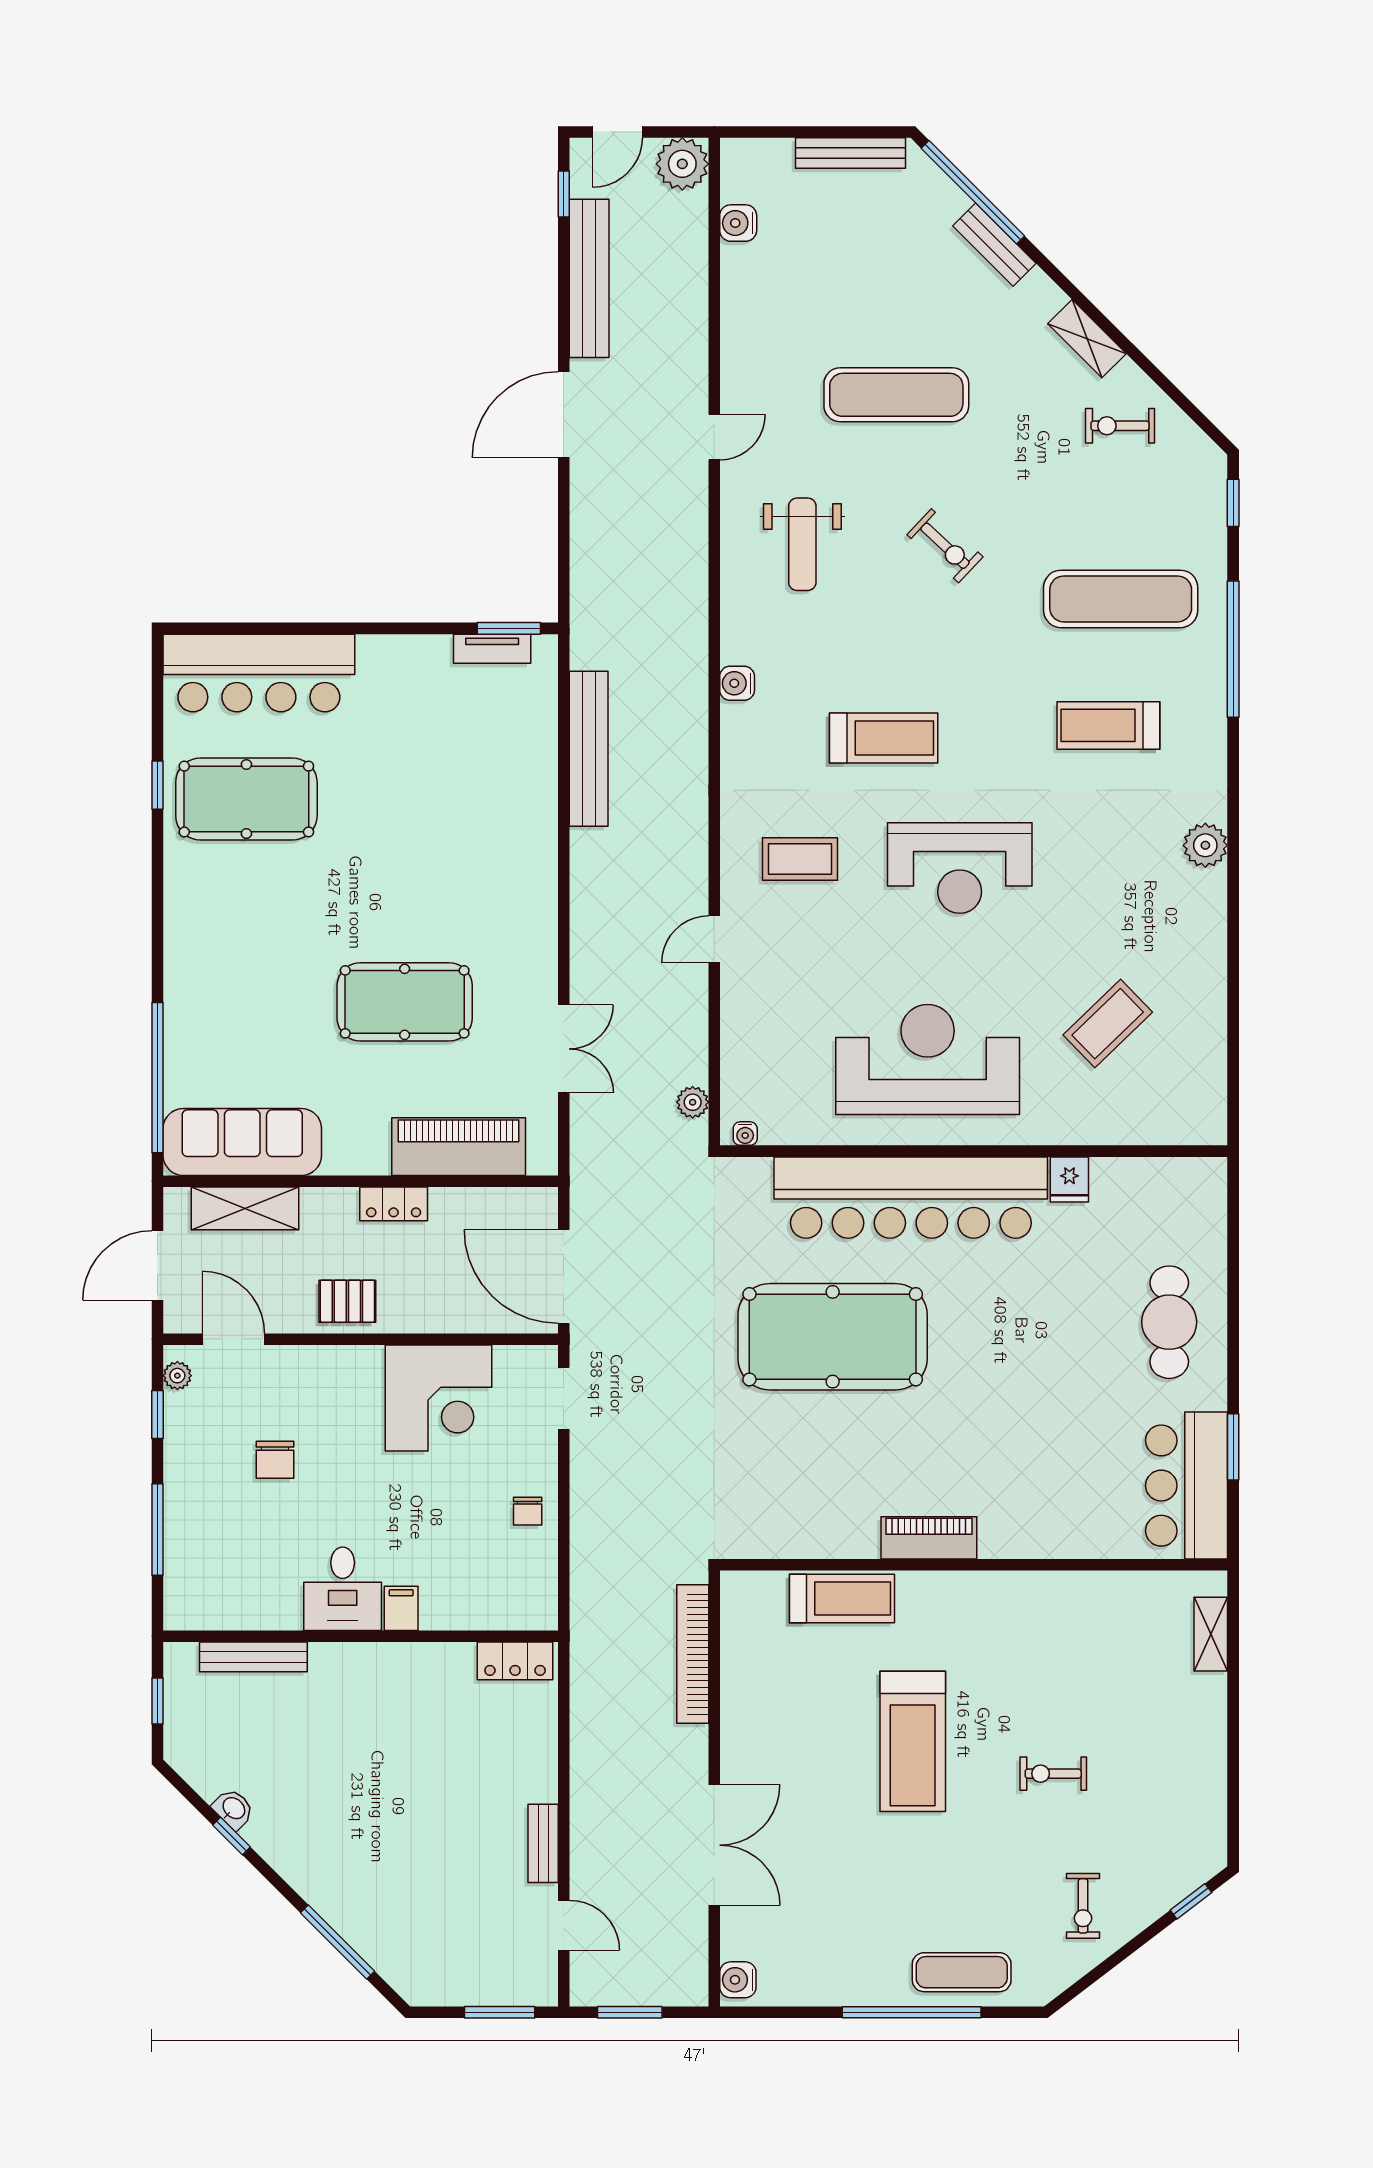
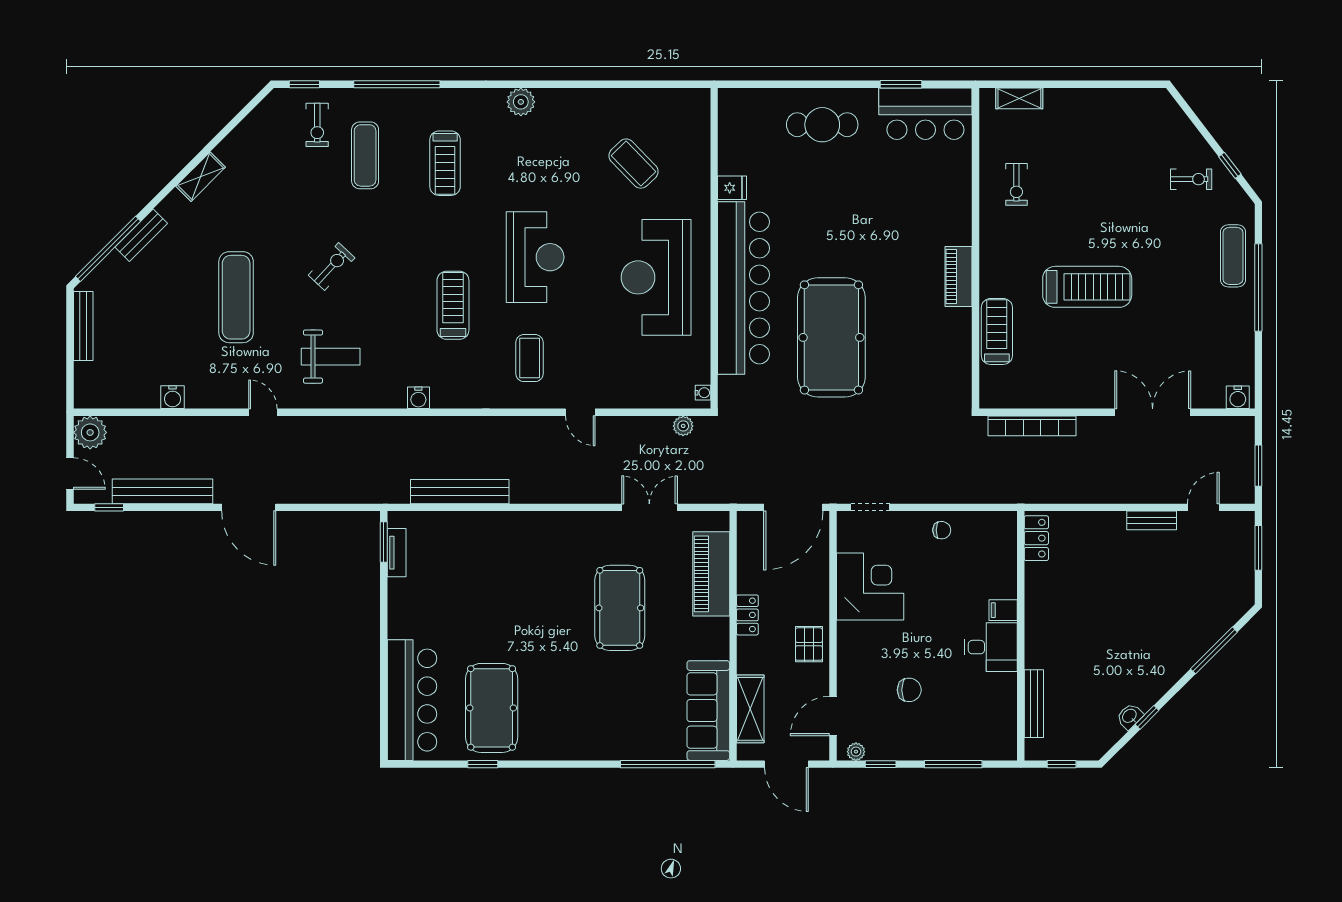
water cooler: (738, 223) -> (173, 397), moved
exercise bike: (1120, 426) -> (317, 125), moved
exercise mat: (1121, 599) -> (365, 155), width x0.73, depth x0.69
exercise bike: (1053, 1774) -> (1016, 184), moved
window: (1191, 1901) -> (1230, 165), moved

